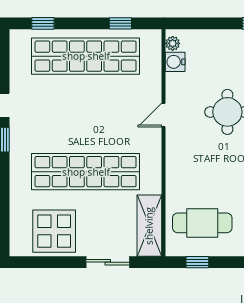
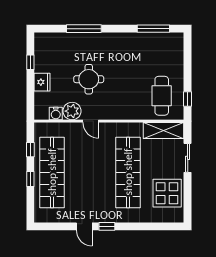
window: (43, 23) -> (30, 179), moved
fridge: (223, 41) -> (42, 82), added
plant: (173, 43) -> (72, 111), moved, width x1.88, depth x1.88

